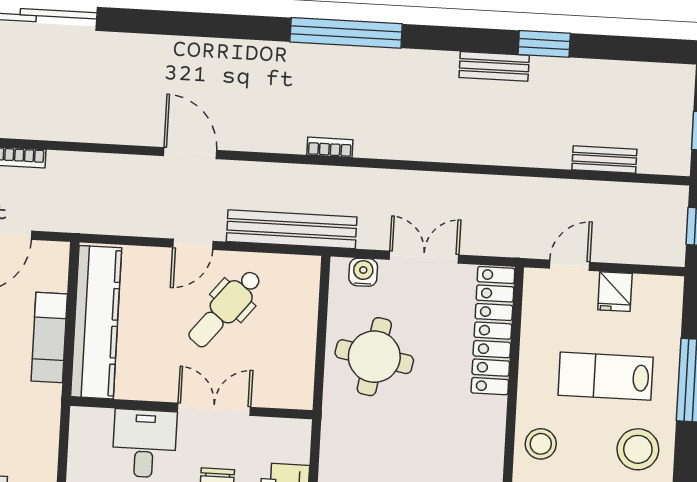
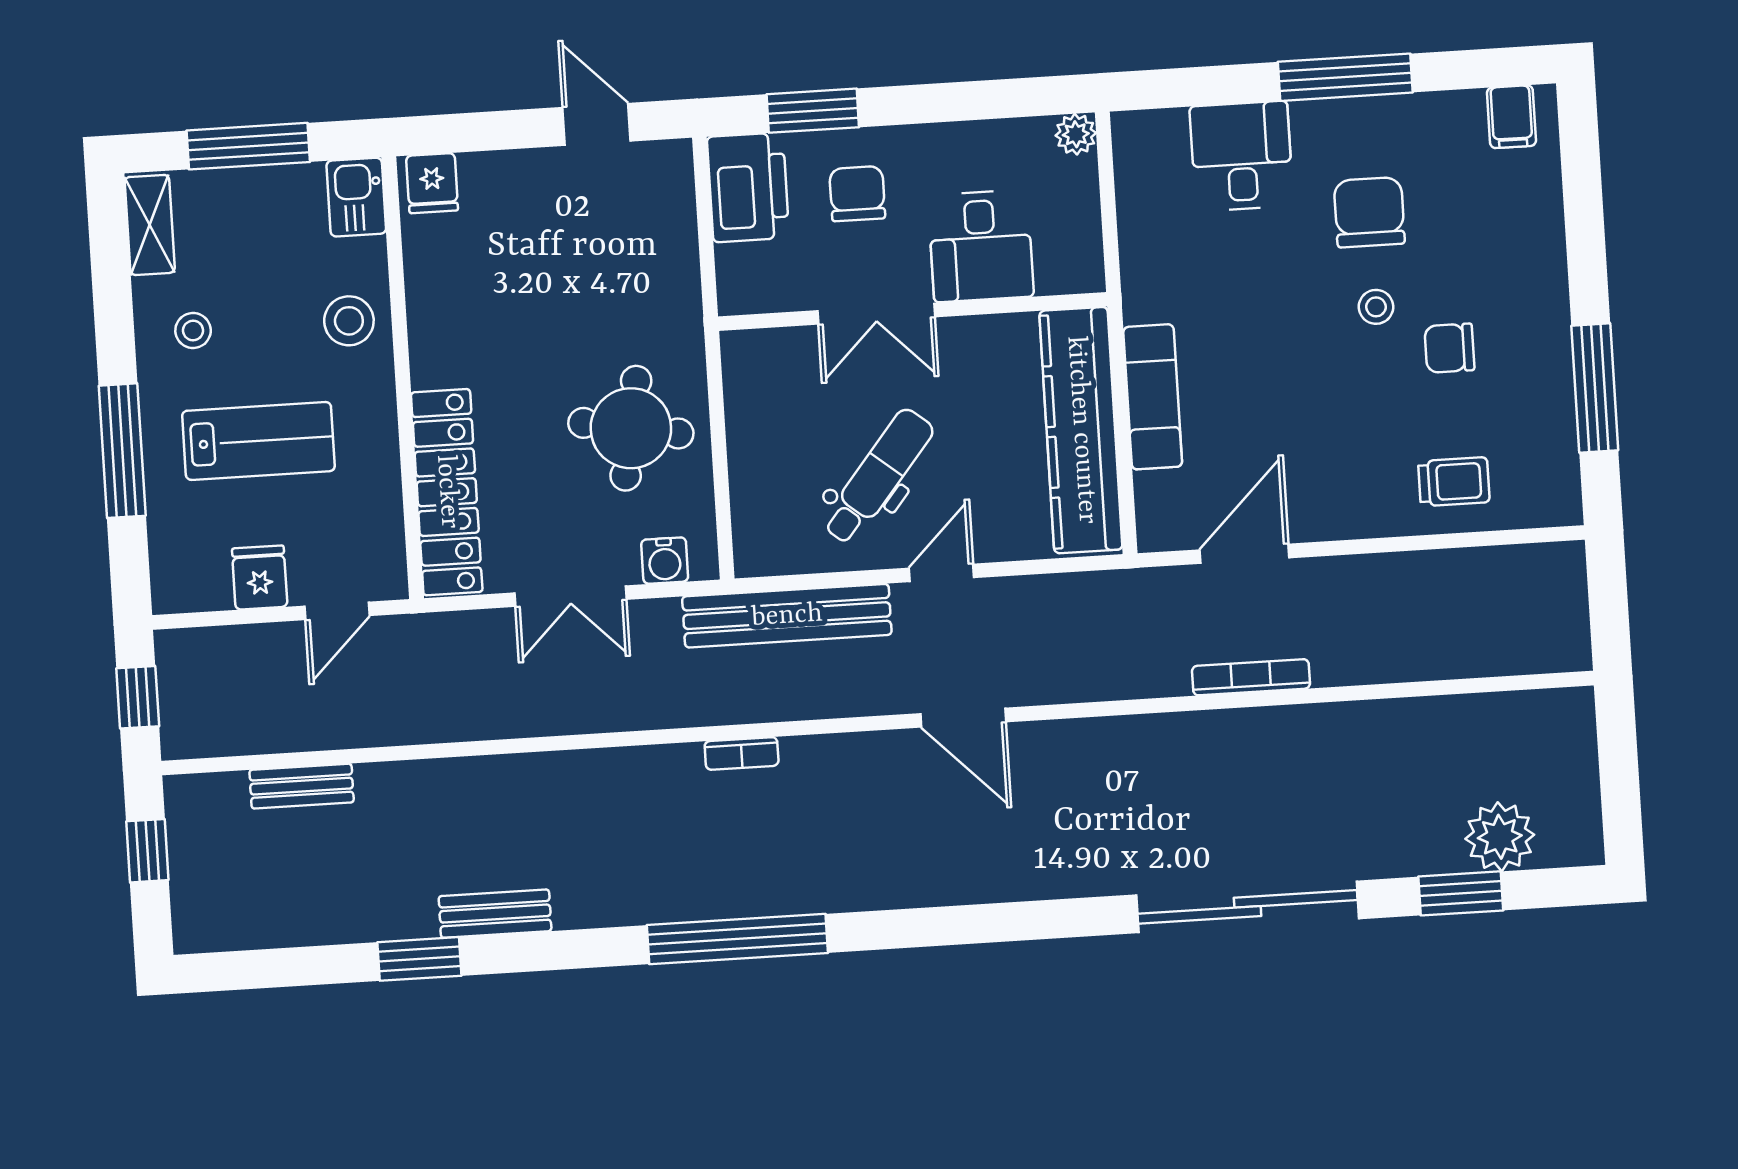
stool: (638, 449) -> (193, 331), width x0.53, depth x0.53

